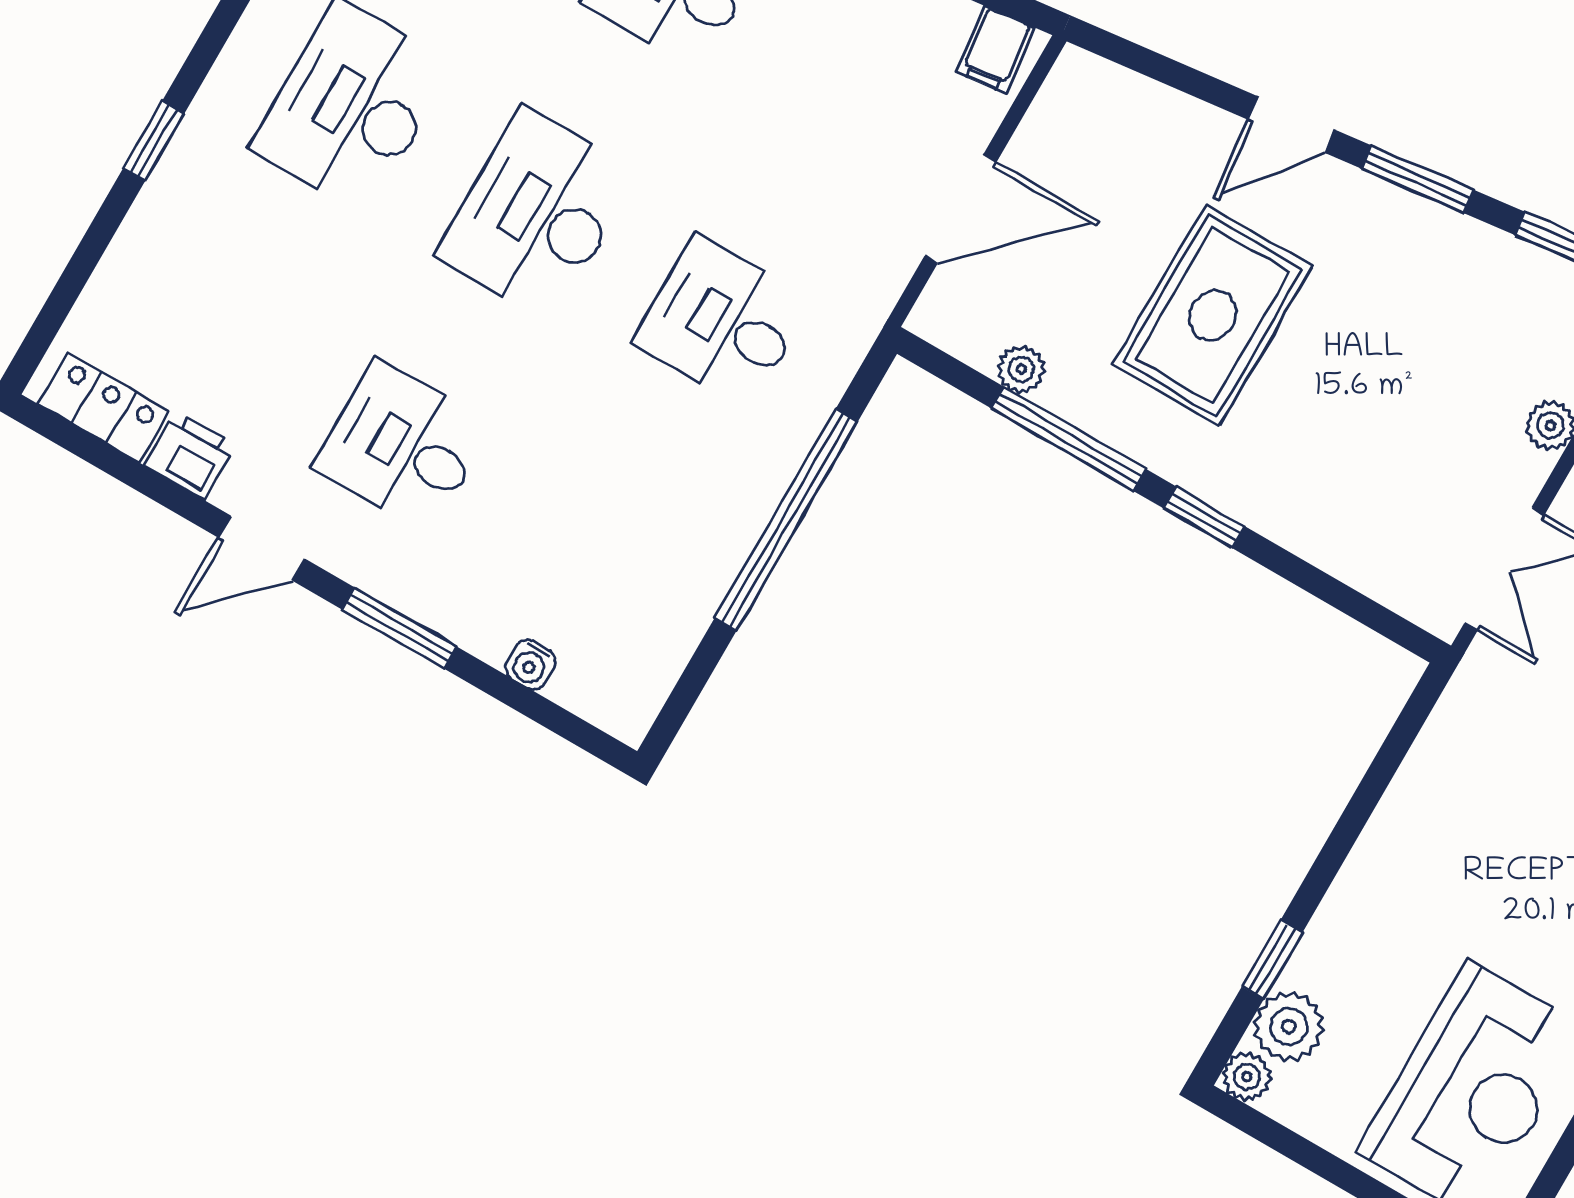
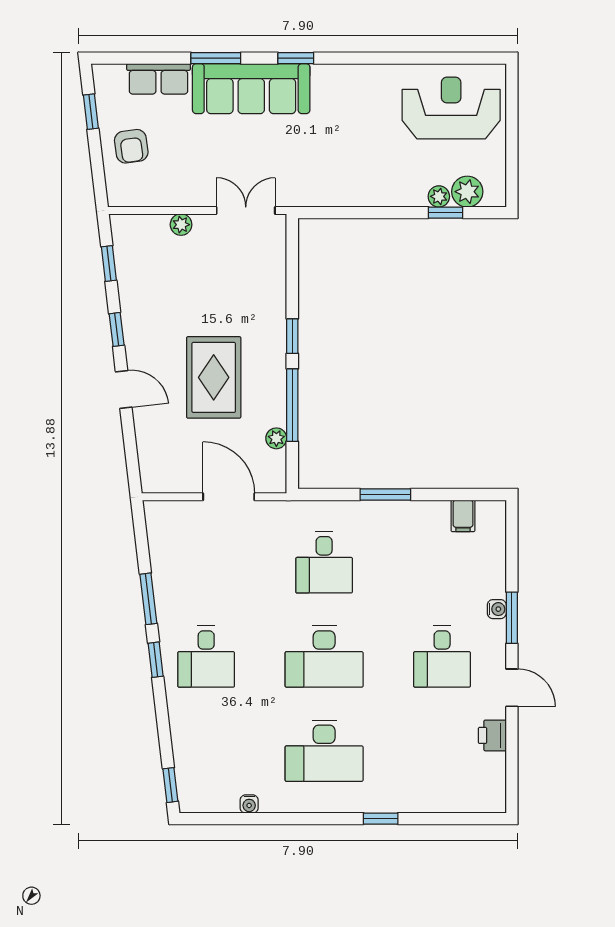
filing cabinet: (996, 50) -> (463, 516), moved, turned 97
window: (1418, 179) -> (117, 329), width x0.67
rug: (1213, 315) -> (214, 377), turned 90
locker: (104, 408) -> (493, 779), removed
window: (786, 520) -> (385, 495), width x0.47
water cooler: (530, 664) -> (497, 609), moved
plant: (1247, 1077) -> (439, 196), moved

